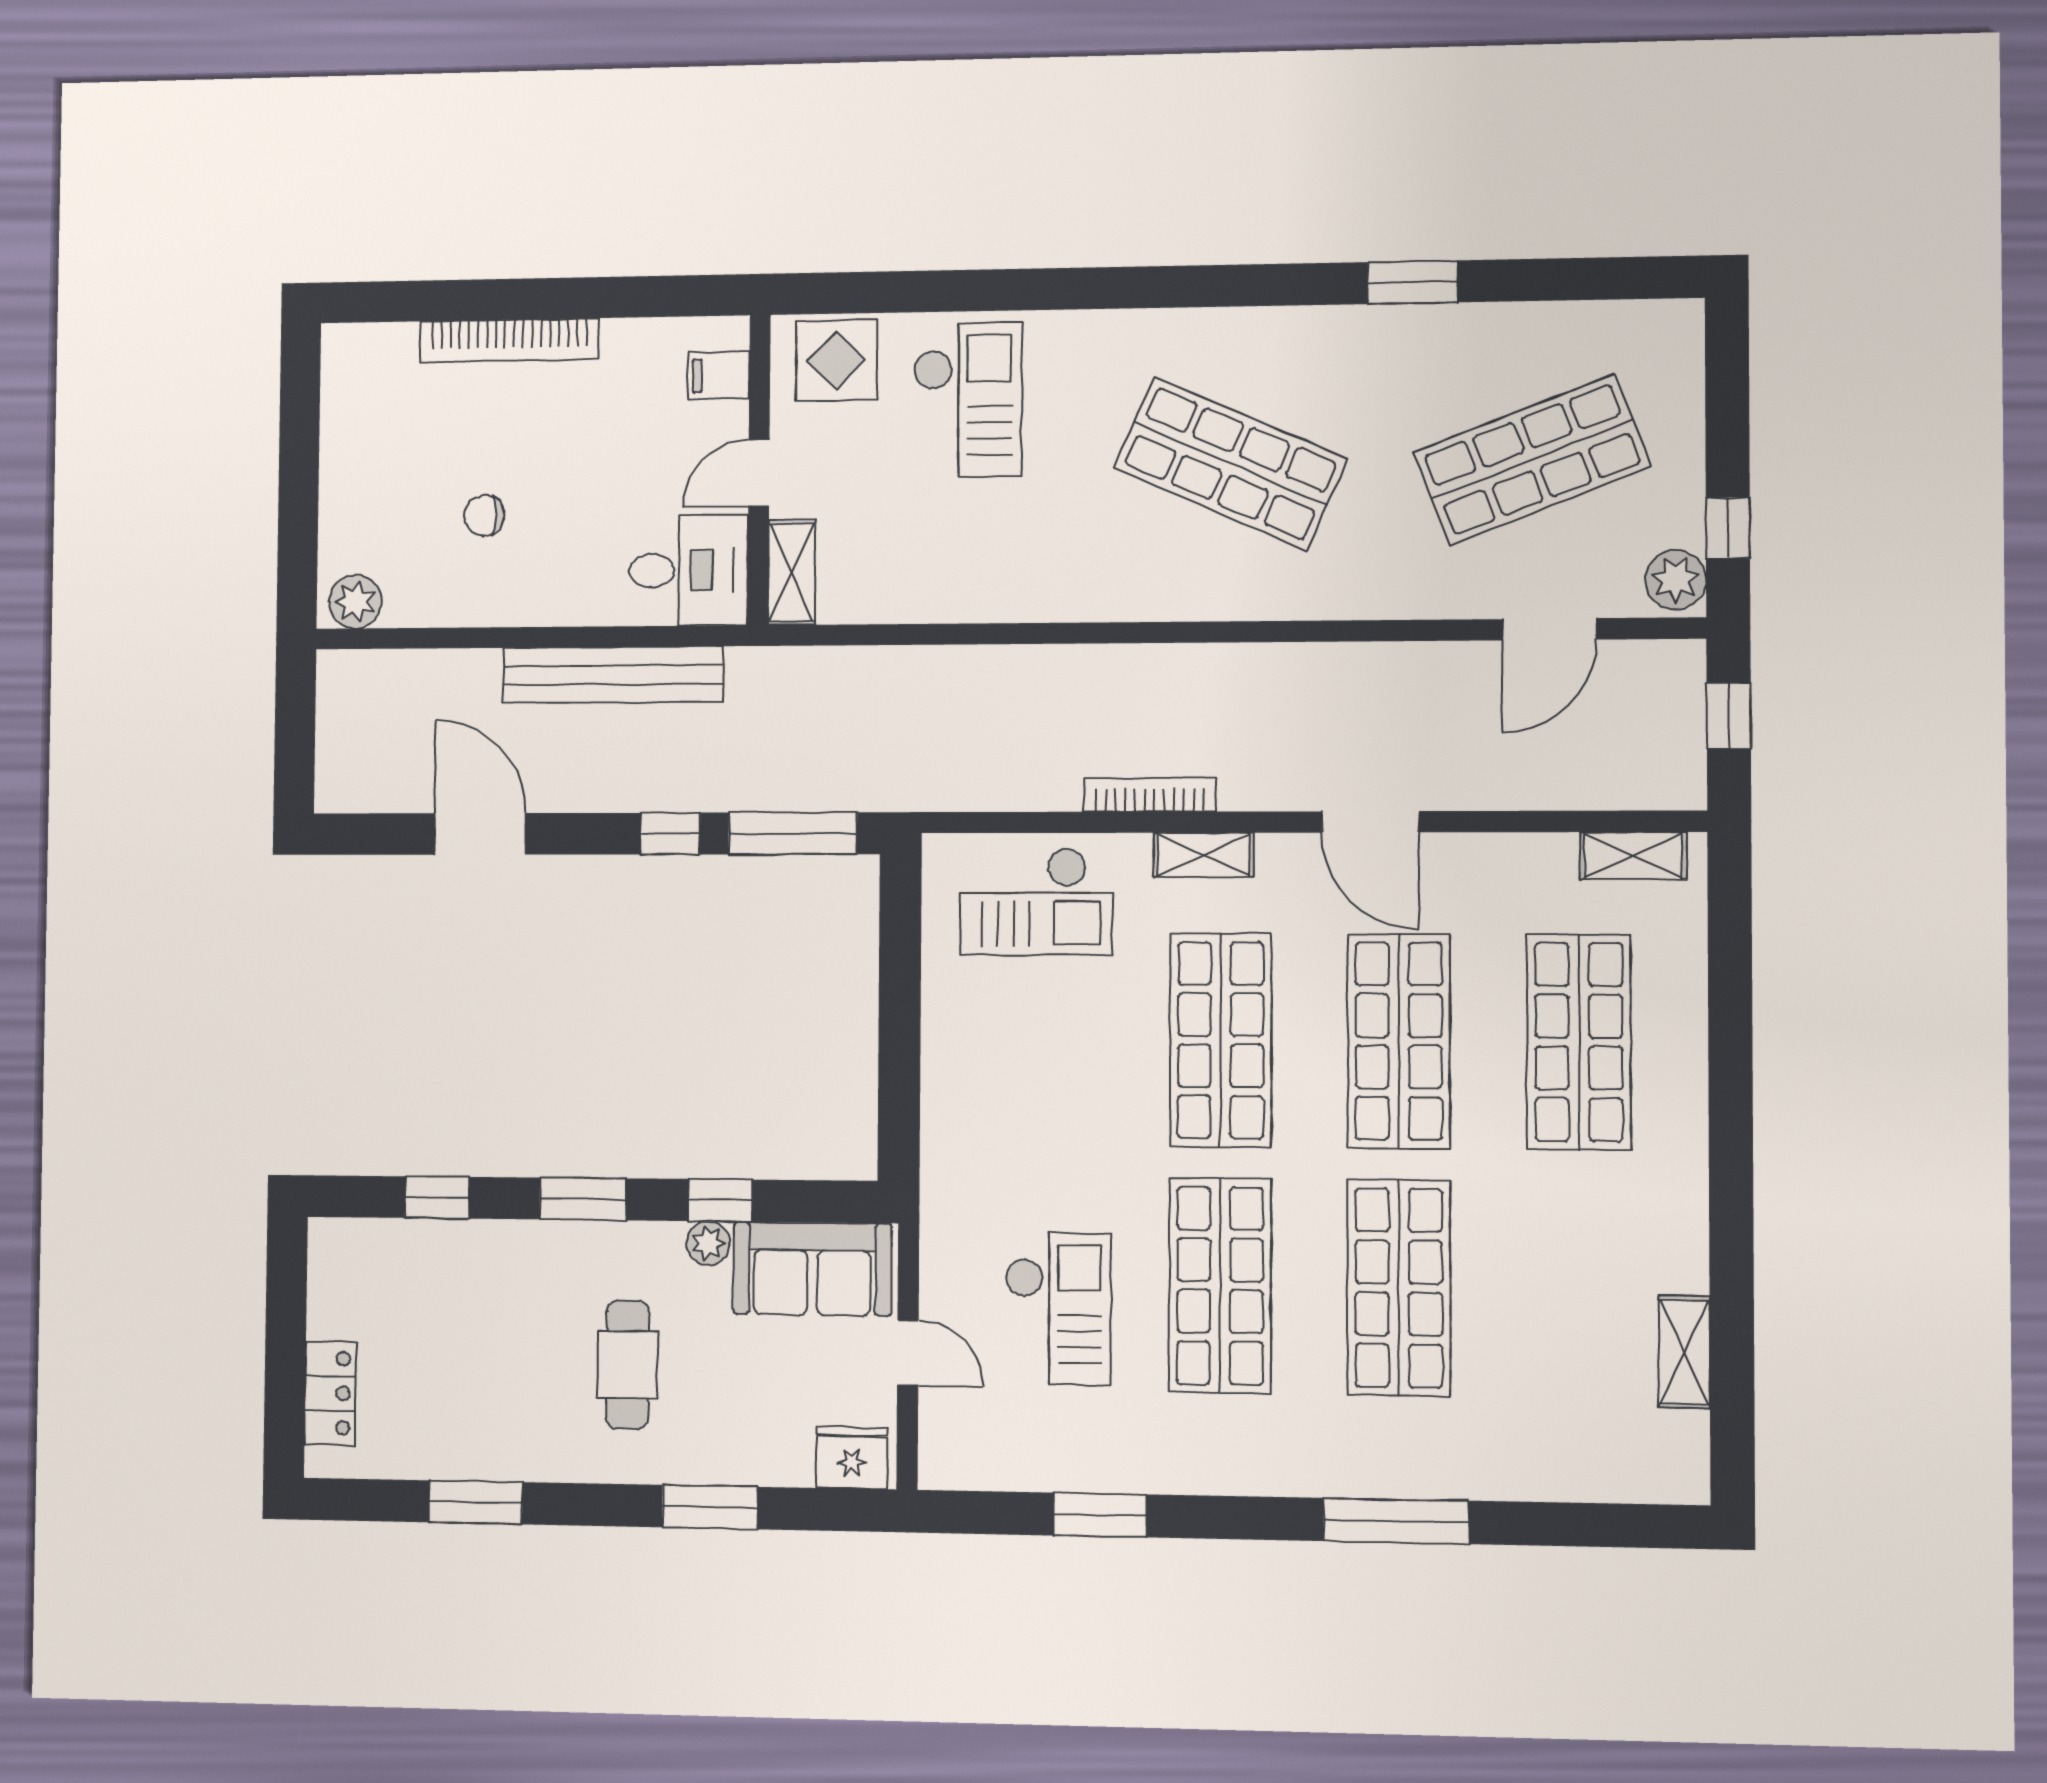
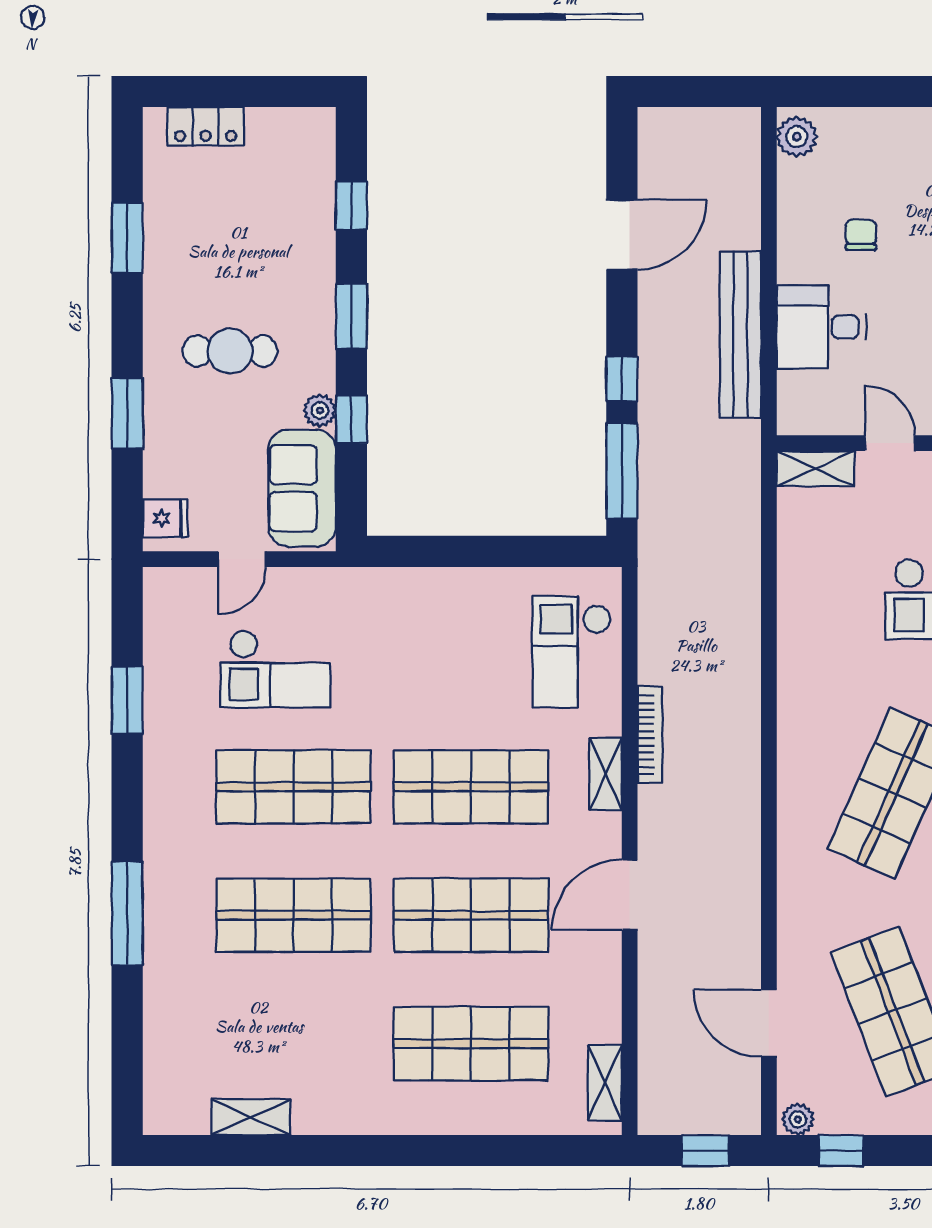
desk: (688, 570) -> (821, 327), moved, turned 90
plant: (1676, 580) -> (798, 1119), width x0.73, depth x0.73
fridge: (852, 1458) -> (165, 518), width x0.72

